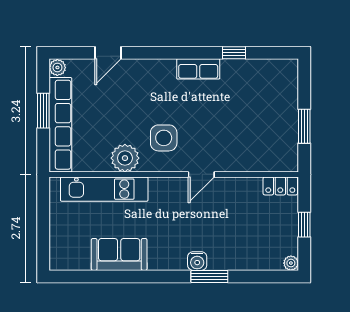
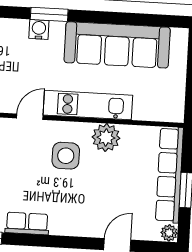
kitchen unit: (104, 189) -> (88, 105), moved
sofa: (119, 254) -> (117, 45), width x1.85, depth x1.27
window: (209, 276) -> (49, 14), moved

